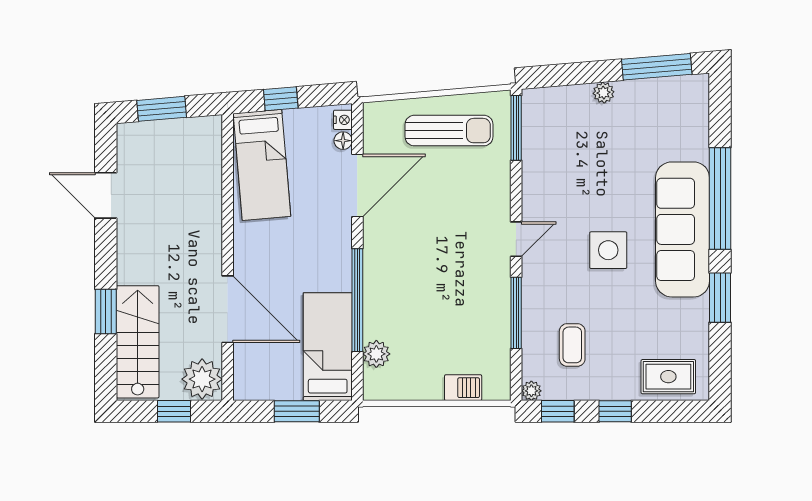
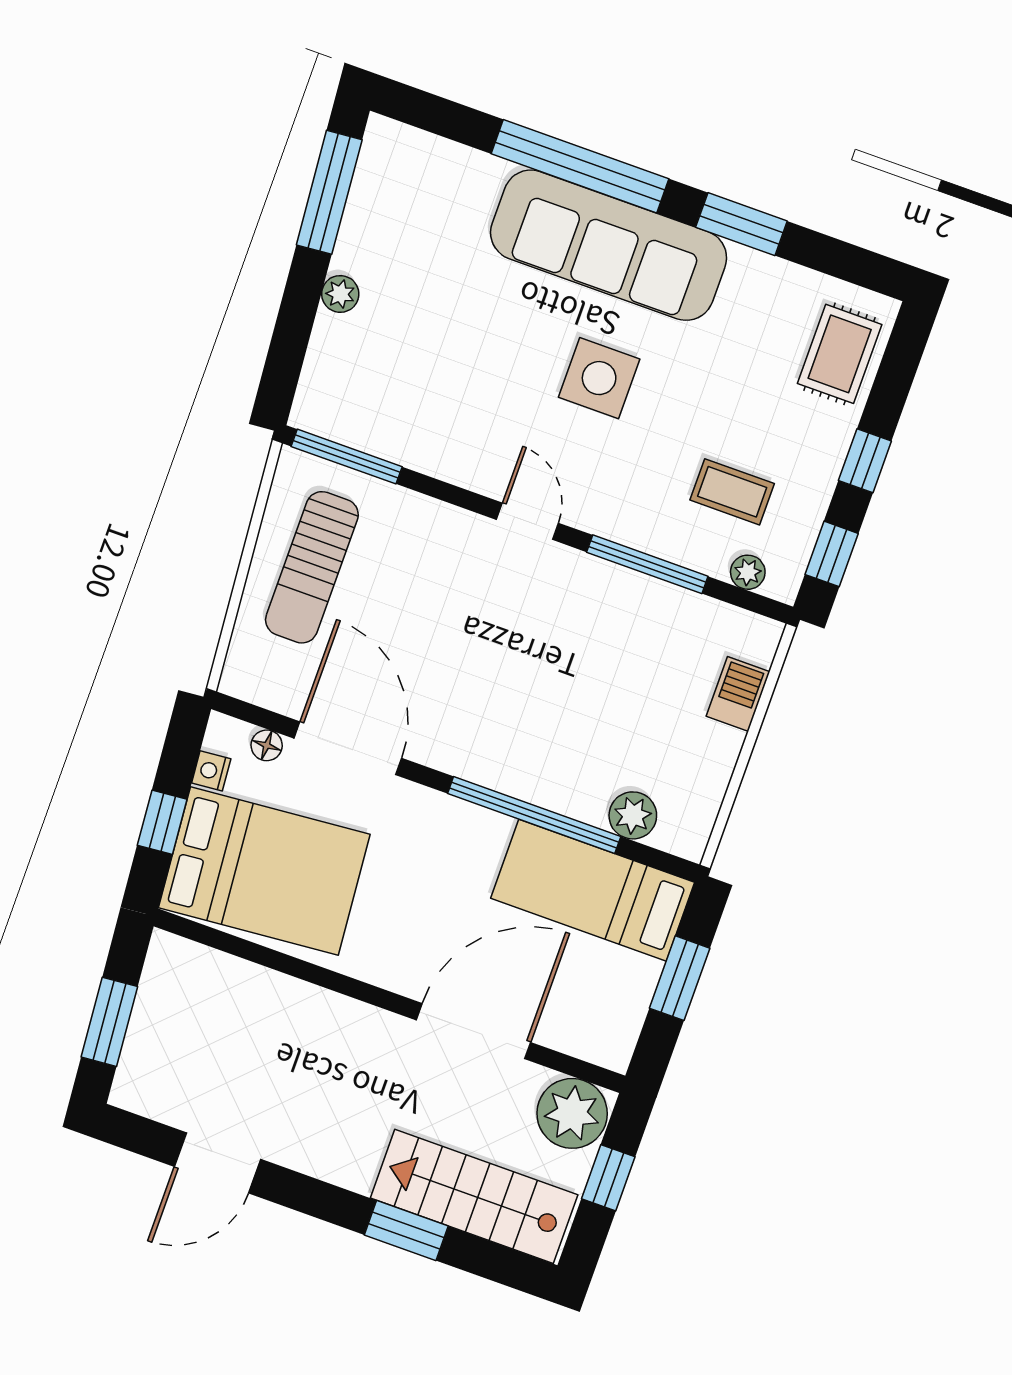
nightstand: (343, 120) -> (211, 771), moved, turned -95
sun lounger: (449, 131) -> (312, 567), turned 180
bed: (262, 165) -> (264, 871), width x1.50
plant: (531, 391) -> (748, 572), moved

